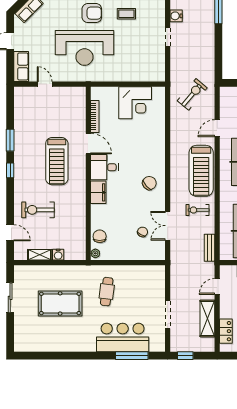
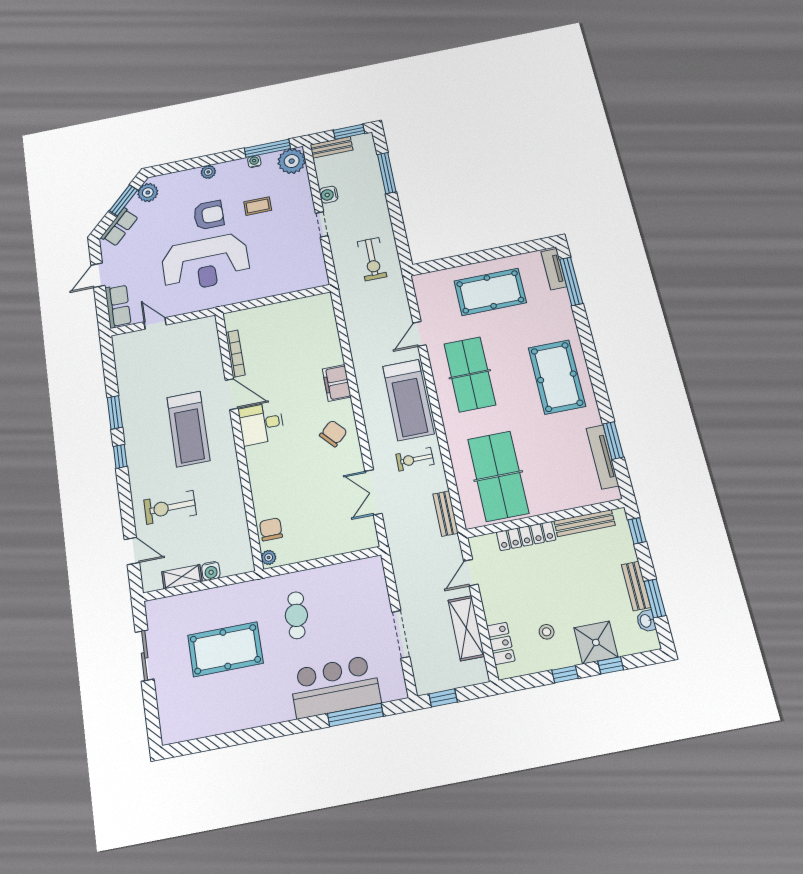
exercise bike: (192, 94) -> (372, 259), moved, turned 140
corner desk: (135, 103) -> (291, 323), removed
filing cabinet: (98, 192) -> (337, 383), moved, turned 180
chair: (142, 232) -> (336, 509), removed

